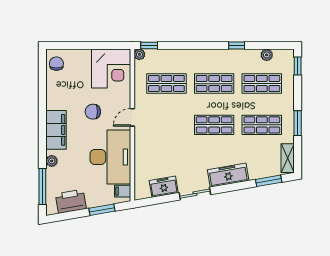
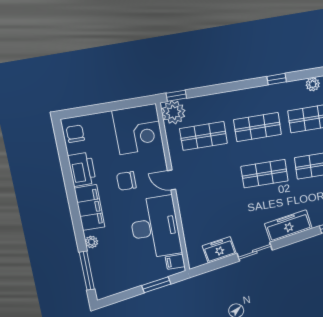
plant: (139, 54) -> (174, 112), width x1.87, depth x1.87
door: (132, 117) -> (172, 180), hinge flipped
printer: (71, 201) -> (82, 169), moved, turned 100

